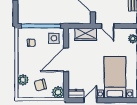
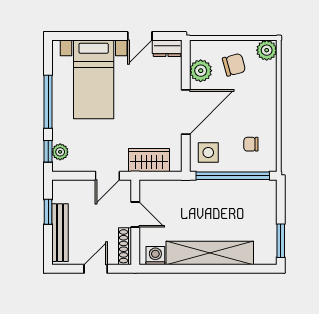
door: (108, 26) -> (107, 176), swing flipped
plant: (23, 80) -> (267, 50), moved
plant: (58, 92) -> (201, 71), moved

